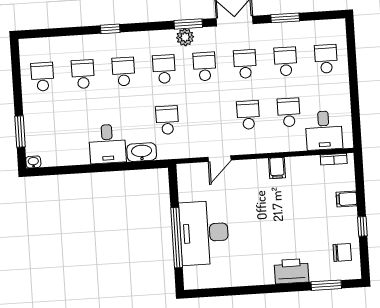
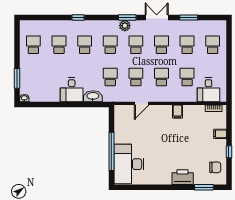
school desk: (208, 117) -> (136, 77), added
desk: (204, 233) -> (129, 164), moved

